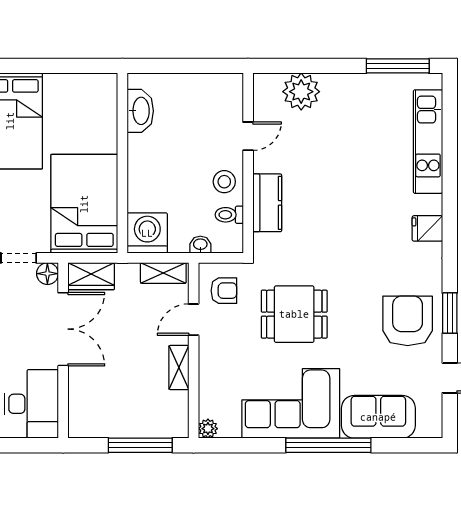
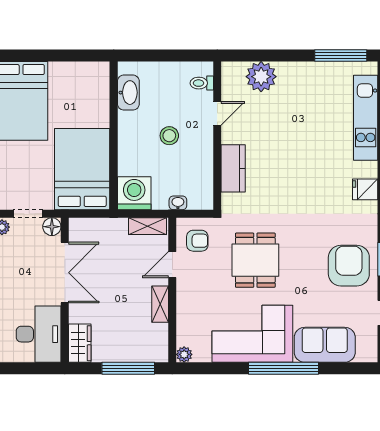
stool: (224, 182) -> (169, 136), moved
toilet: (229, 215) -> (202, 83), moved
wardrobe: (91, 276) -> (80, 343), moved, turned -90
dining table: (294, 314) -> (255, 260), turned 90

